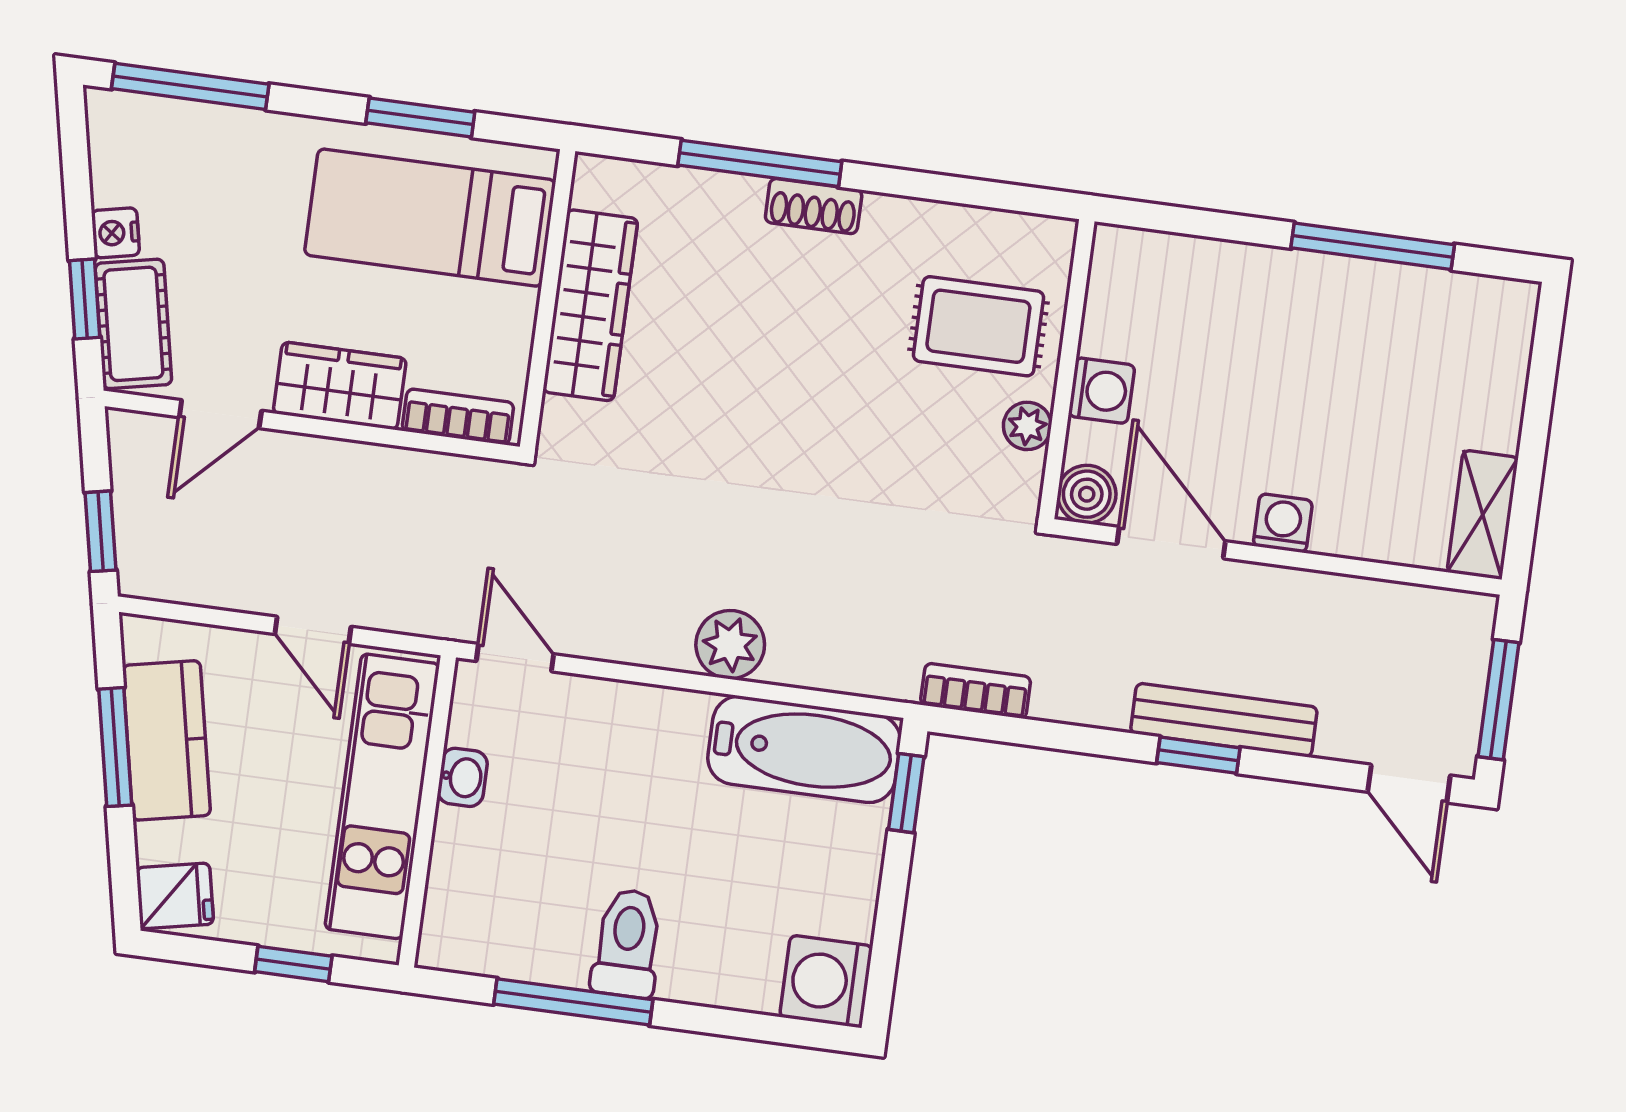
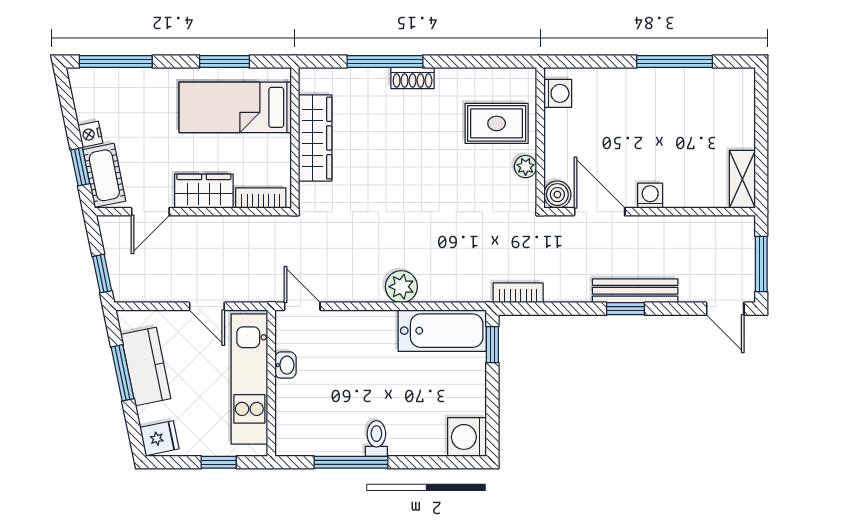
washing machine: (1102, 391) -> (558, 93), moved
toilet: (627, 943) -> (376, 439), width x0.73, depth x0.72

